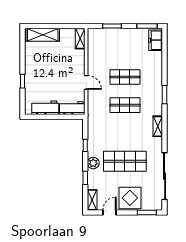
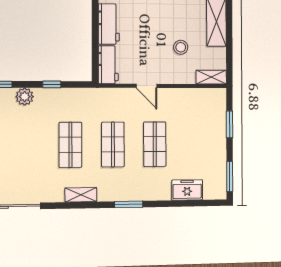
freezer: (156, 40) -> (187, 190), moved
stool: (60, 59) -> (181, 47), added
door: (86, 82) -> (147, 86), hinge flipped
shop shelf: (125, 161) -> (70, 145), moved, width x0.70, depth x0.74

